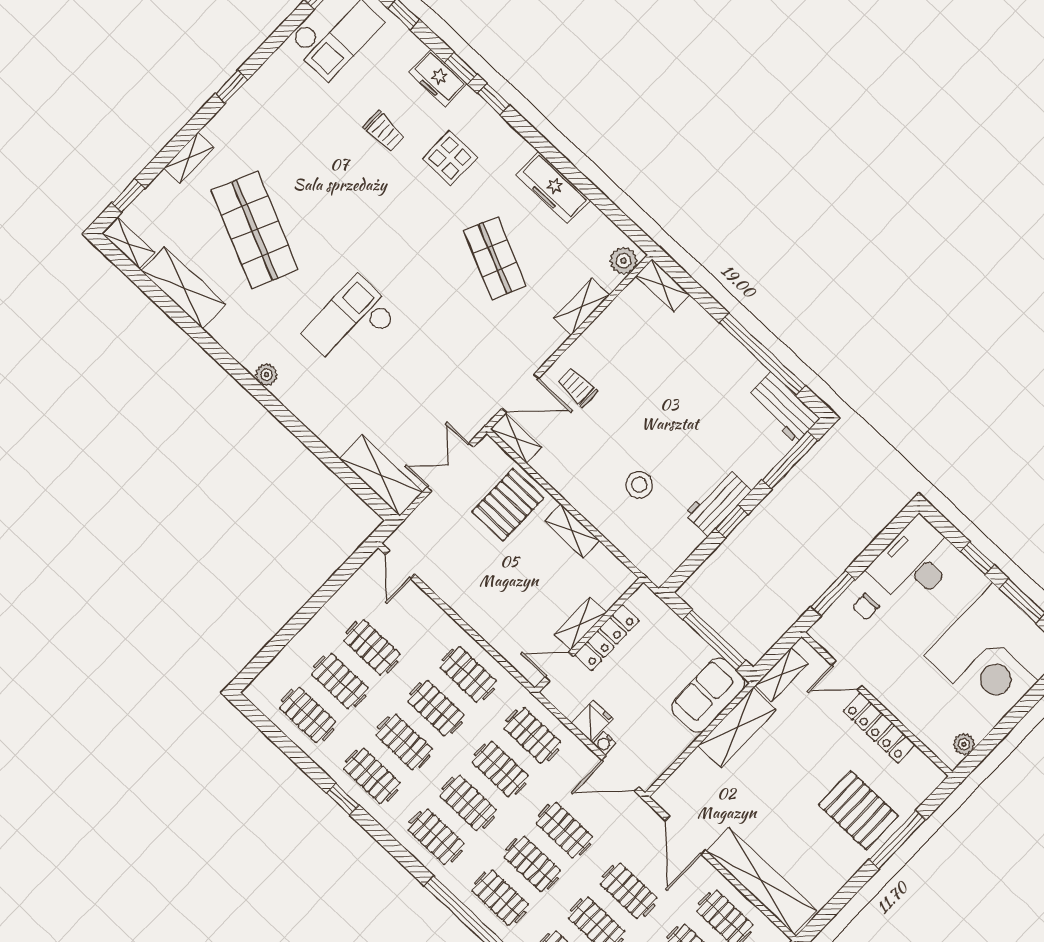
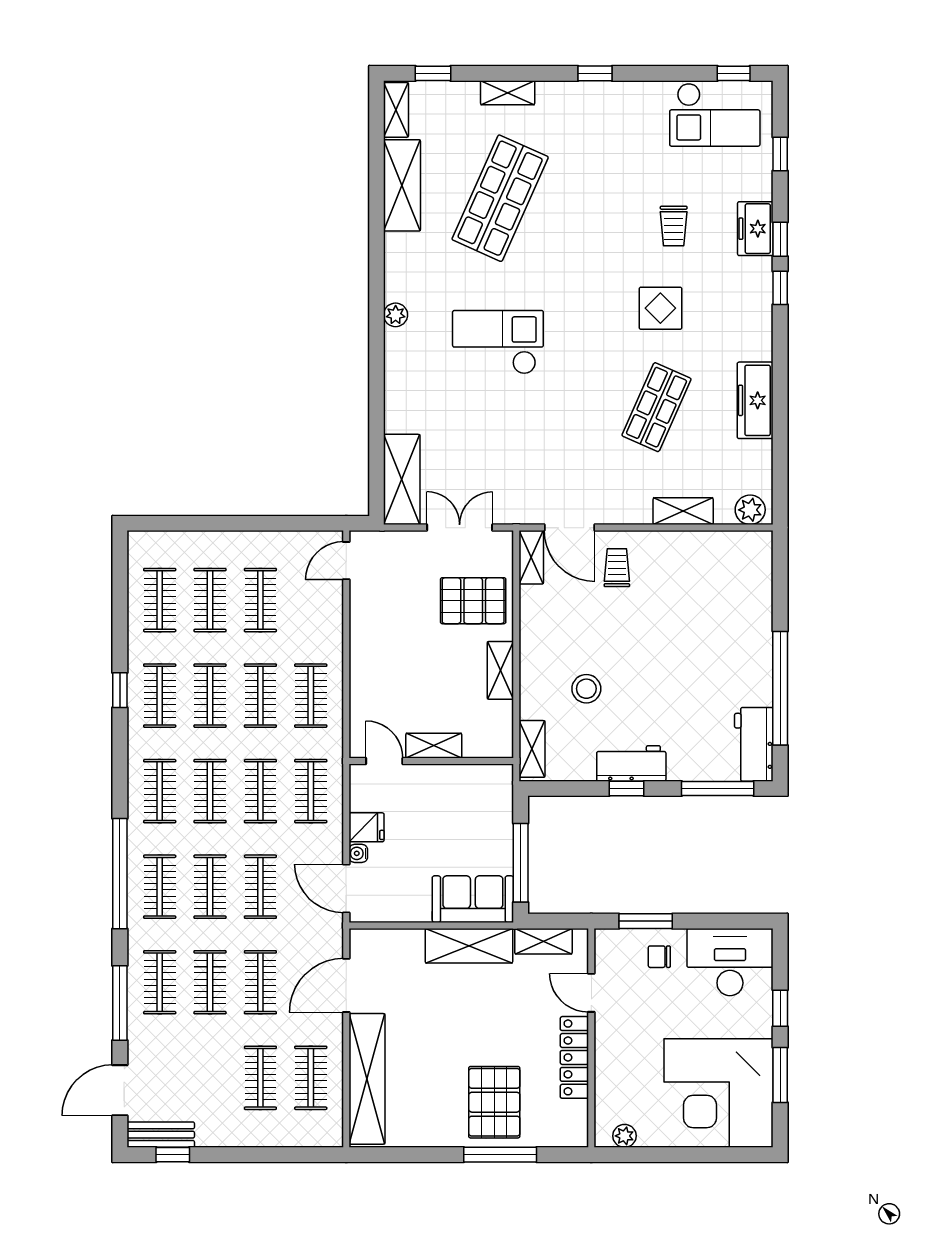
display table: (450, 158) -> (660, 308), moved
shelving: (663, 285) -> (532, 749), moved
locker: (607, 638) -> (443, 777), removed

